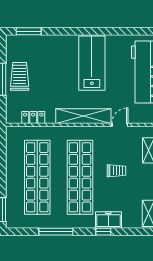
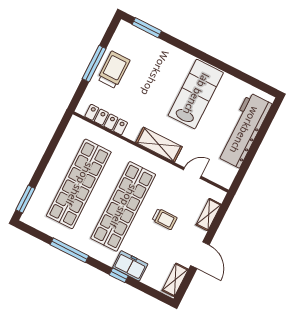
shelving: (83, 116) -> (159, 145), width x0.68
locker: (33, 117) -> (106, 120), width x1.53

